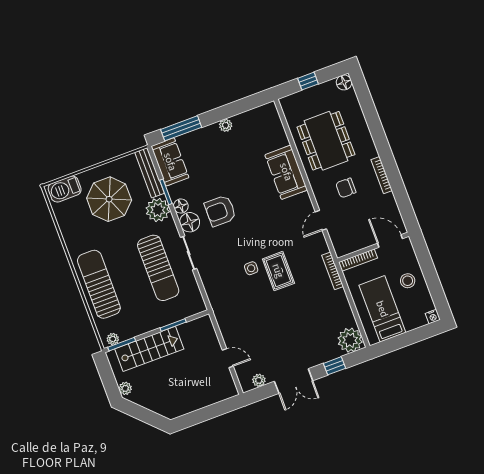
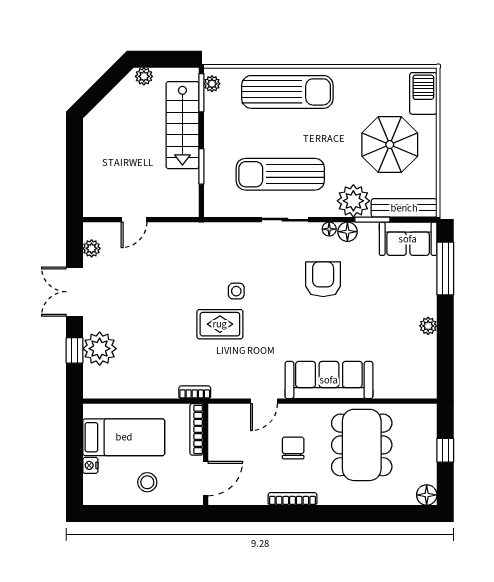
dining table: (326, 141) -> (362, 445), turned 90
sofa: (286, 172) -> (329, 380), width x1.36
door: (321, 220) -> (264, 401), swing flipped
floor lamp: (190, 222) -> (329, 229), width x0.53, depth x0.53
bookcase: (333, 271) -> (195, 392), width x0.64
nightstand: (433, 317) -> (90, 465), moved
plant: (350, 340) -> (100, 349), moved

